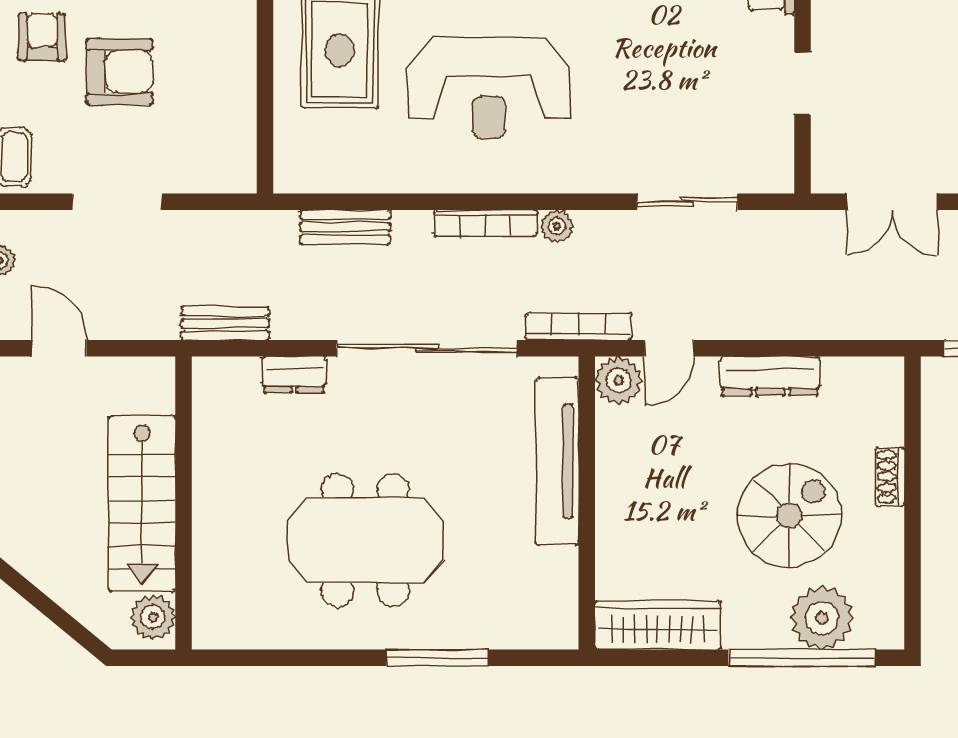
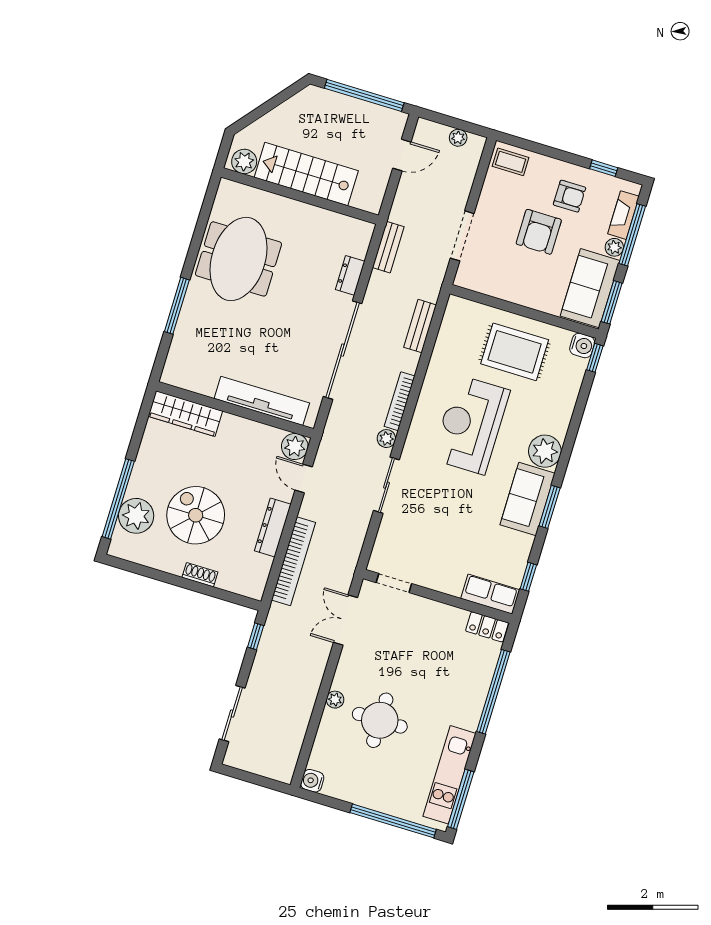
doorway: (803, 83) -> (394, 583), moved
doorway: (117, 202) -> (462, 236), moved
sliding door: (687, 202) -> (386, 485), moved
bookcase: (579, 327) -> (294, 561), moved, width x1.48, depth x1.31
spiral stairs: (790, 515) -> (196, 515), turned 180
meeting table: (365, 540) -> (238, 259), moved
wardrobe: (658, 625) -> (185, 414), moved, turned 90

